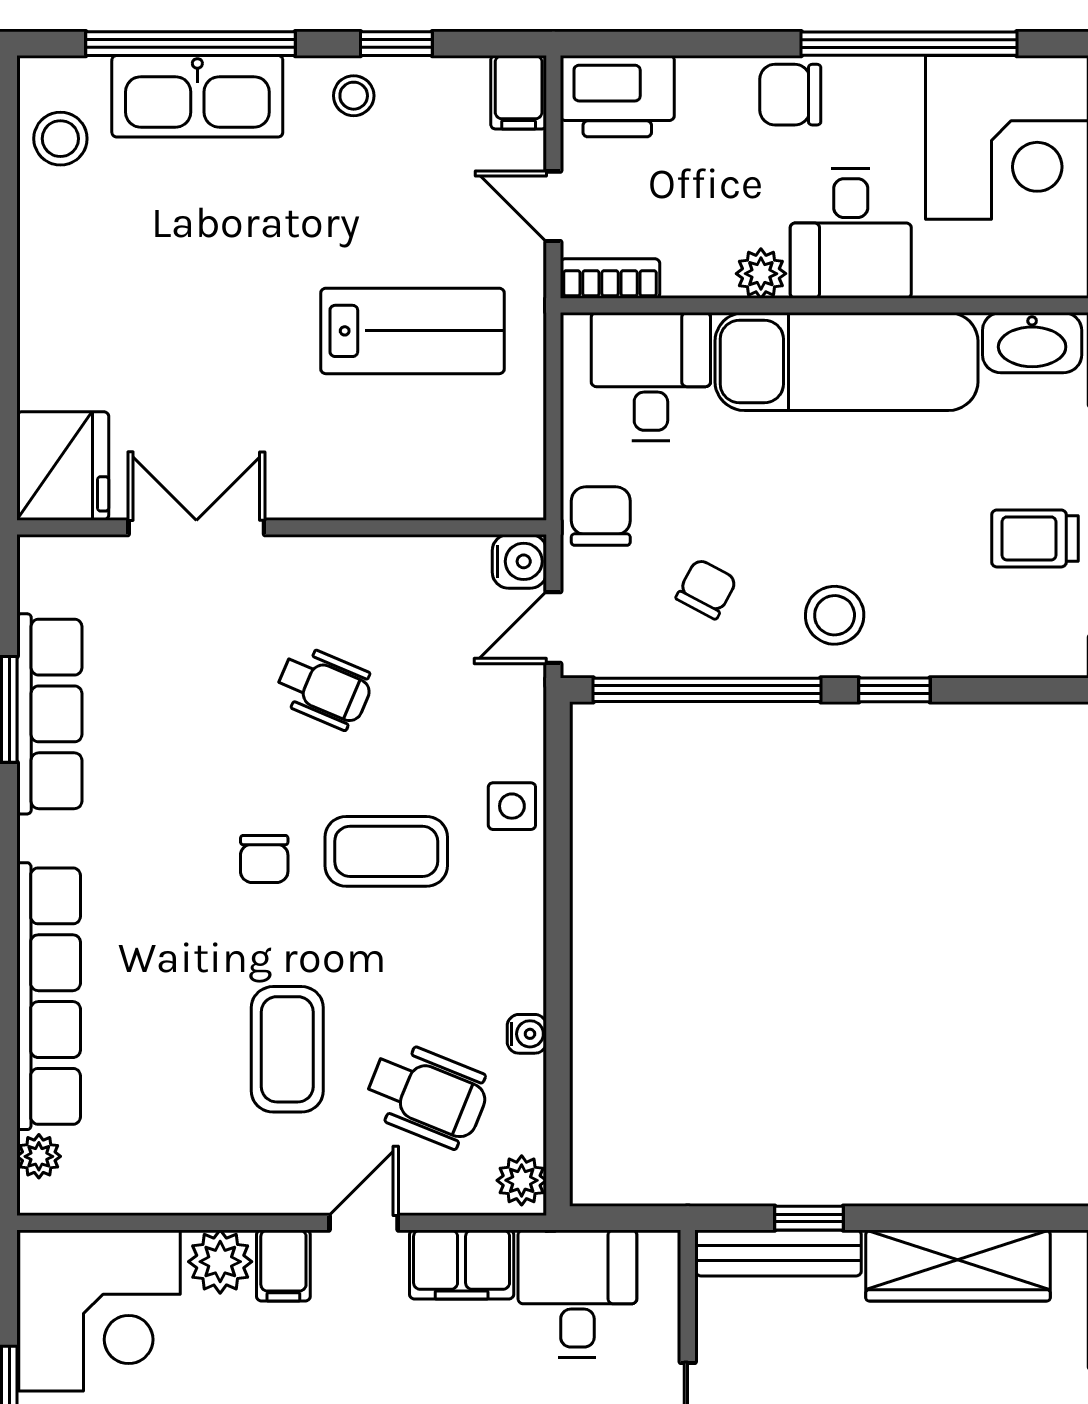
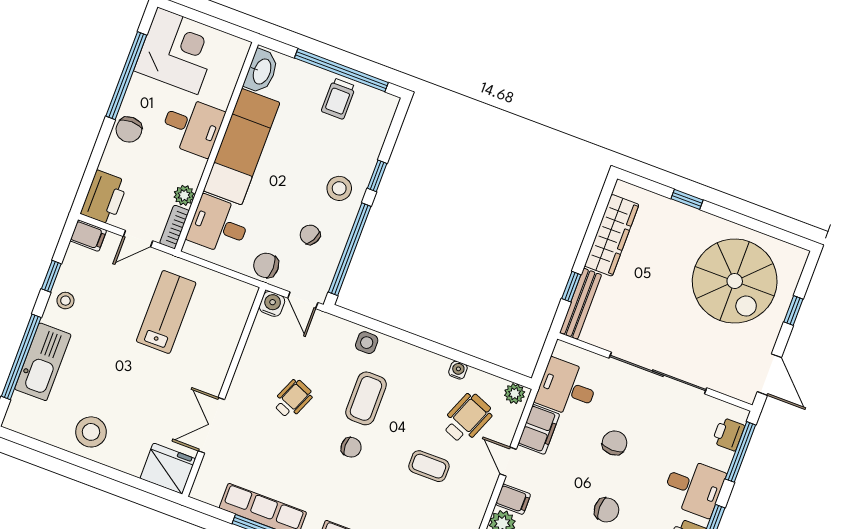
stool: (60, 139) -> (91, 432), moved, width x1.38, depth x1.38
plant: (761, 274) -> (184, 195), moved
coffee table: (287, 1049) -> (429, 466), width x0.73, depth x0.77

